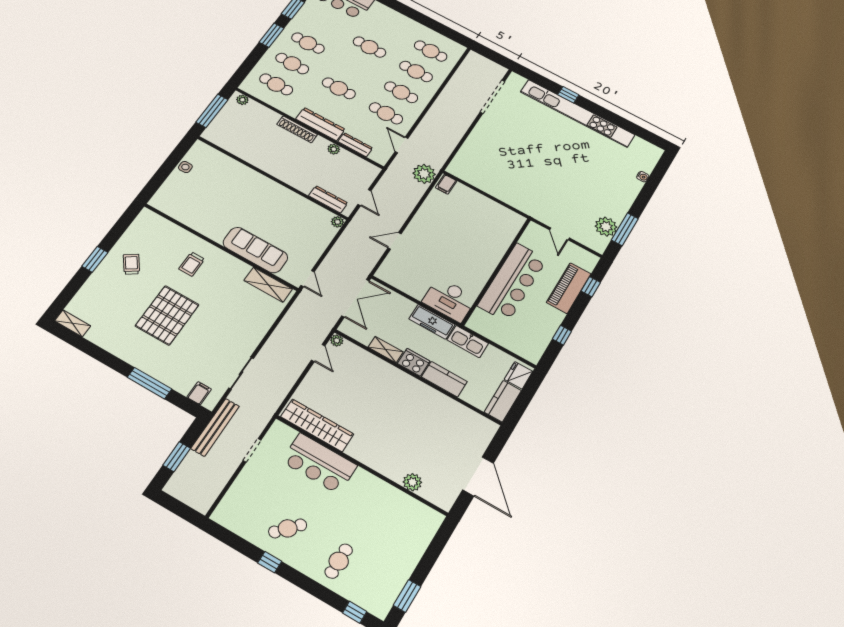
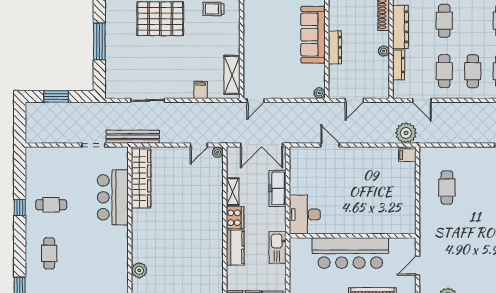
door: (401, 145) -> (422, 100), swing flipped
cafe table: (498, 170) -> (447, 188), added
dresser: (328, 199) -> (335, 47), moved
sofa: (255, 250) -> (313, 35), moved, turned 180
freezer: (432, 322) -> (277, 188), moved
filing cabinet: (199, 393) -> (201, 90), moved, turned -90
bench: (215, 427) -> (133, 137), moved
cafe table: (288, 528) -> (51, 205), turned -42
cafe table: (339, 561) -> (49, 253), turned 90

